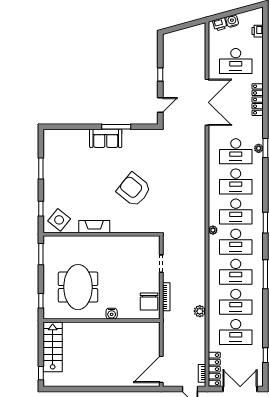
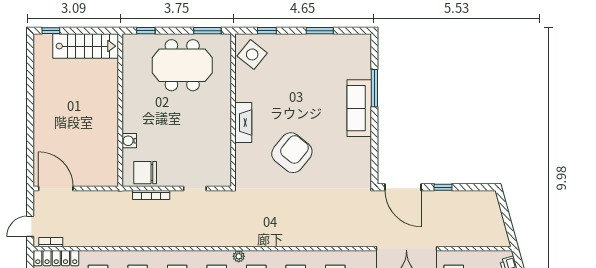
door: (160, 105) -> (403, 187), width x1.88
window: (116, 127) -> (374, 88), moved
sofa: (106, 138) -> (359, 108), width x1.36
fireplace: (94, 227) -> (243, 123), moved
meeting table: (78, 287) -> (182, 65), moved
plant: (200, 311) -> (132, 239), removed
water cooler: (112, 314) -> (129, 141), moved

